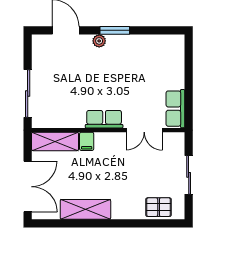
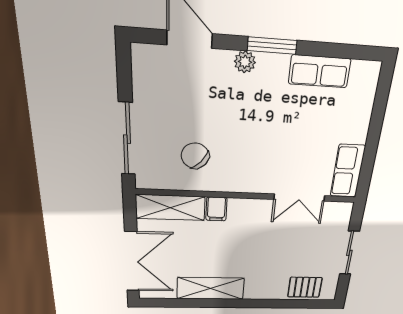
chair: (71, 103) -> (195, 156), added
row of seats: (104, 119) -> (320, 71), moved, turned 180

